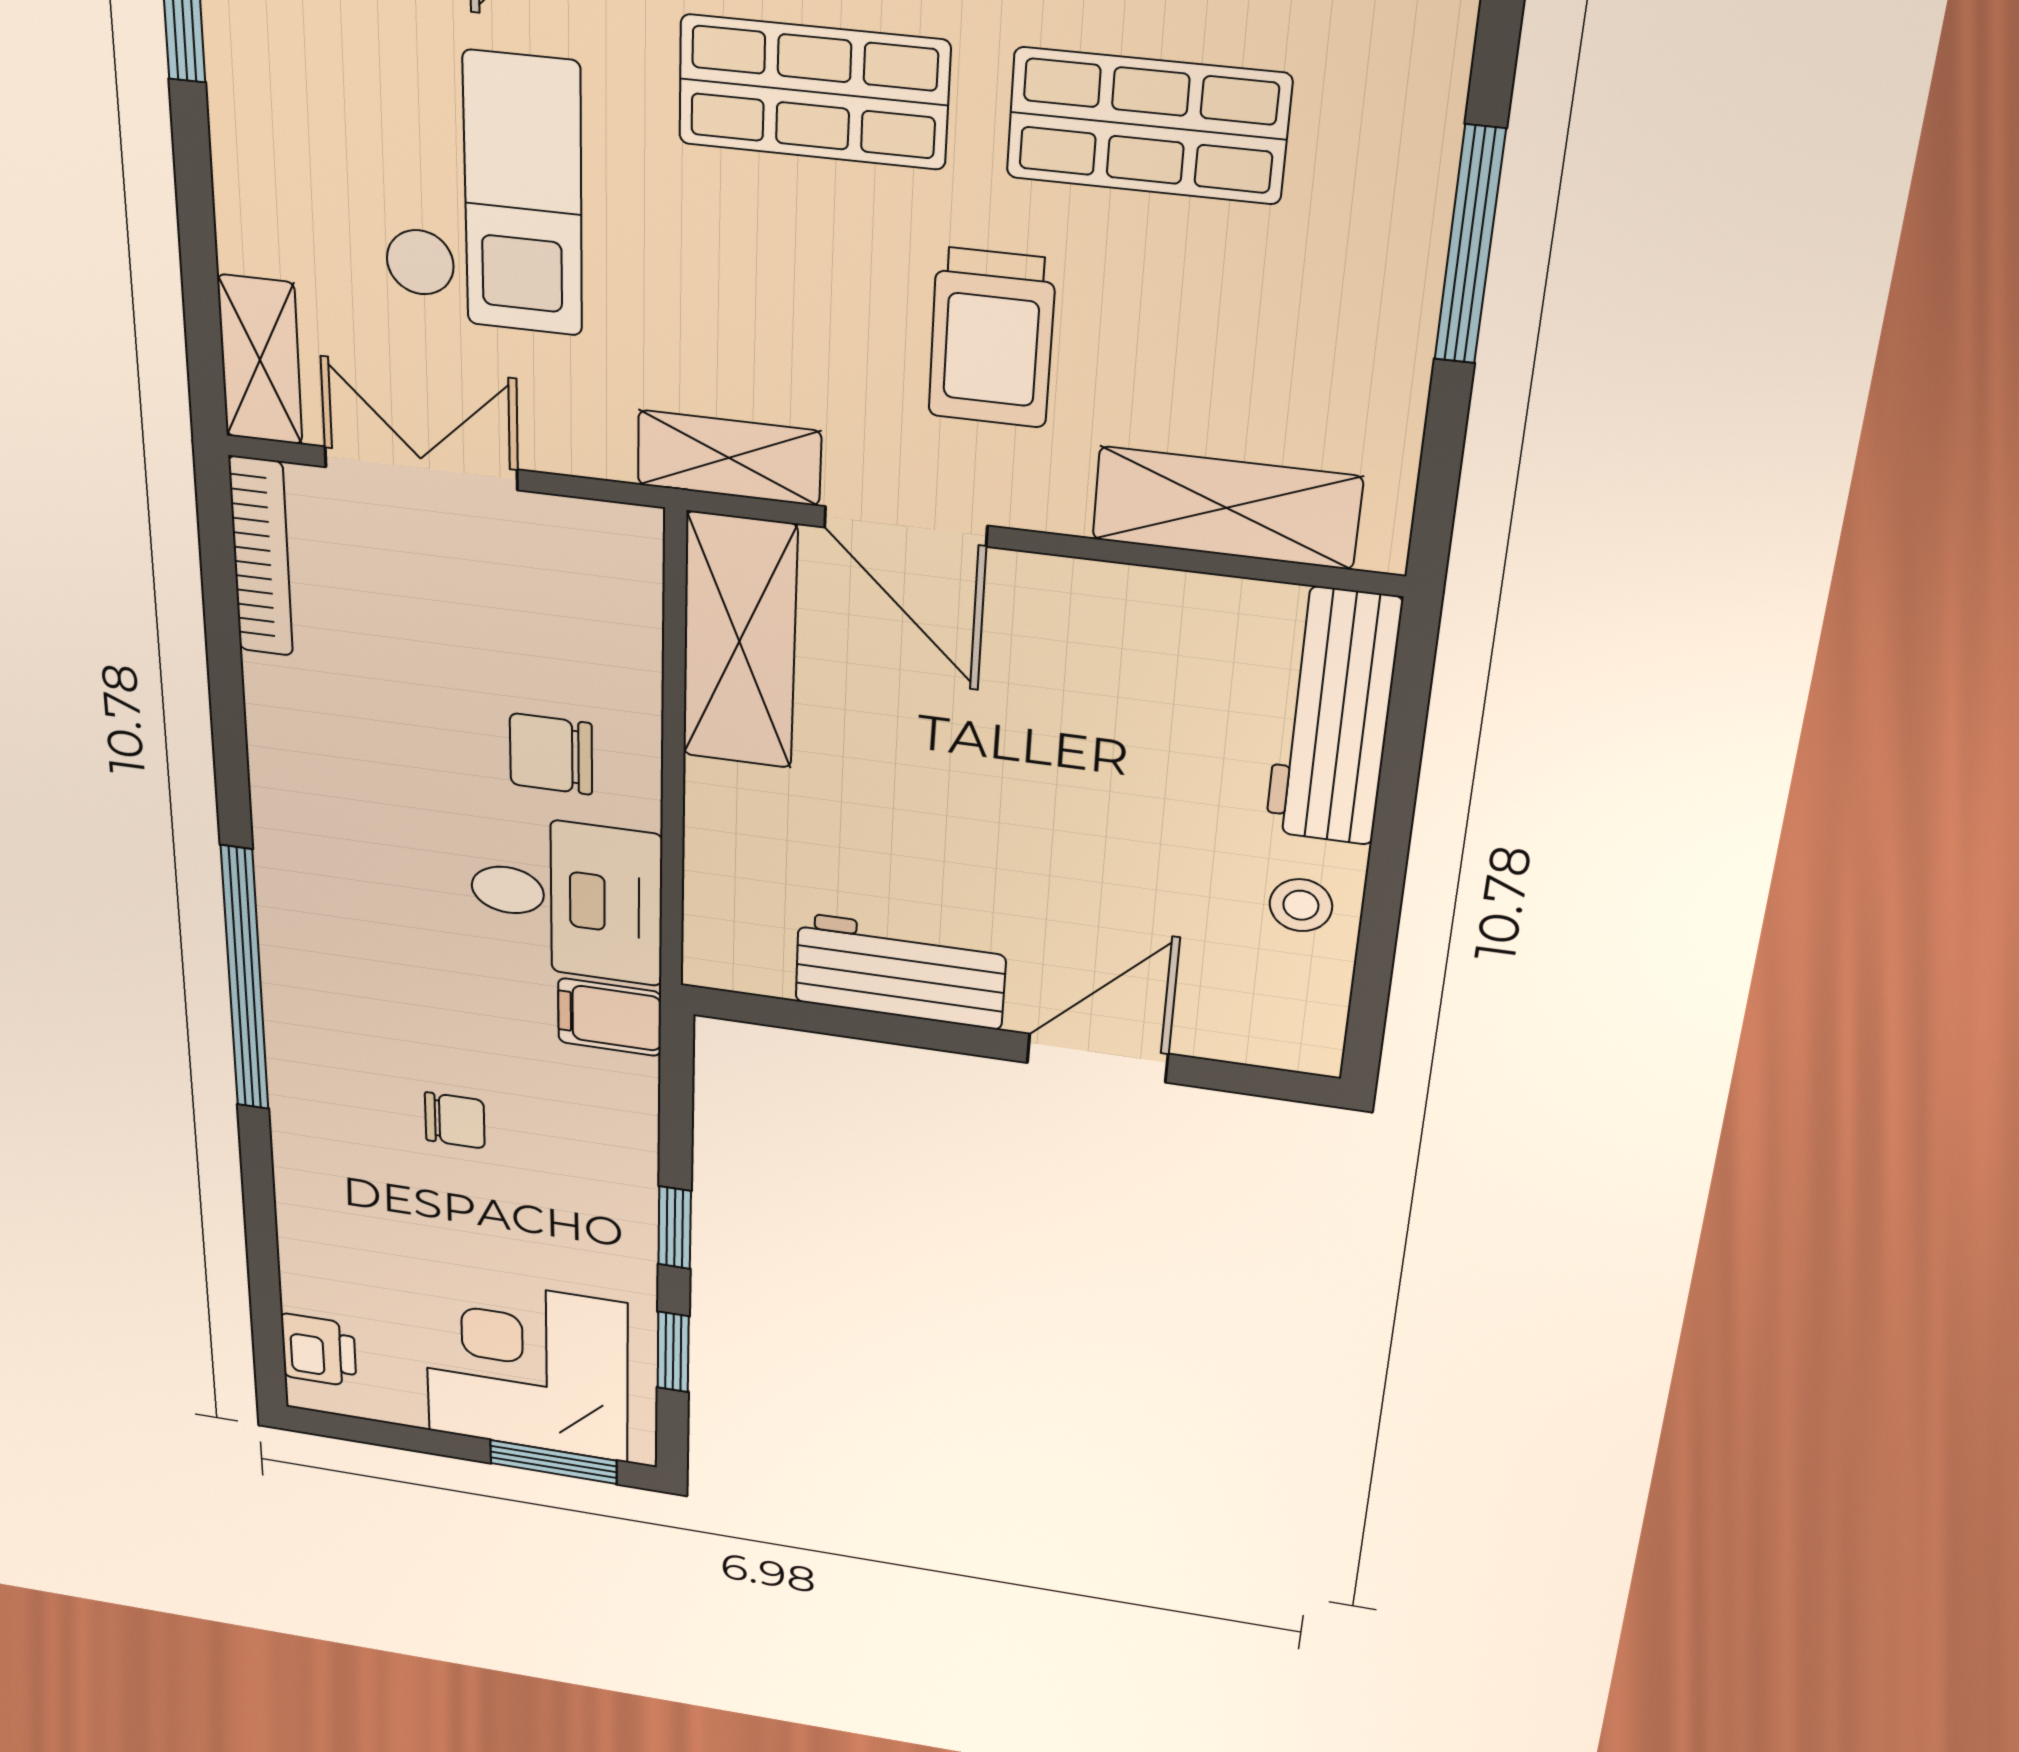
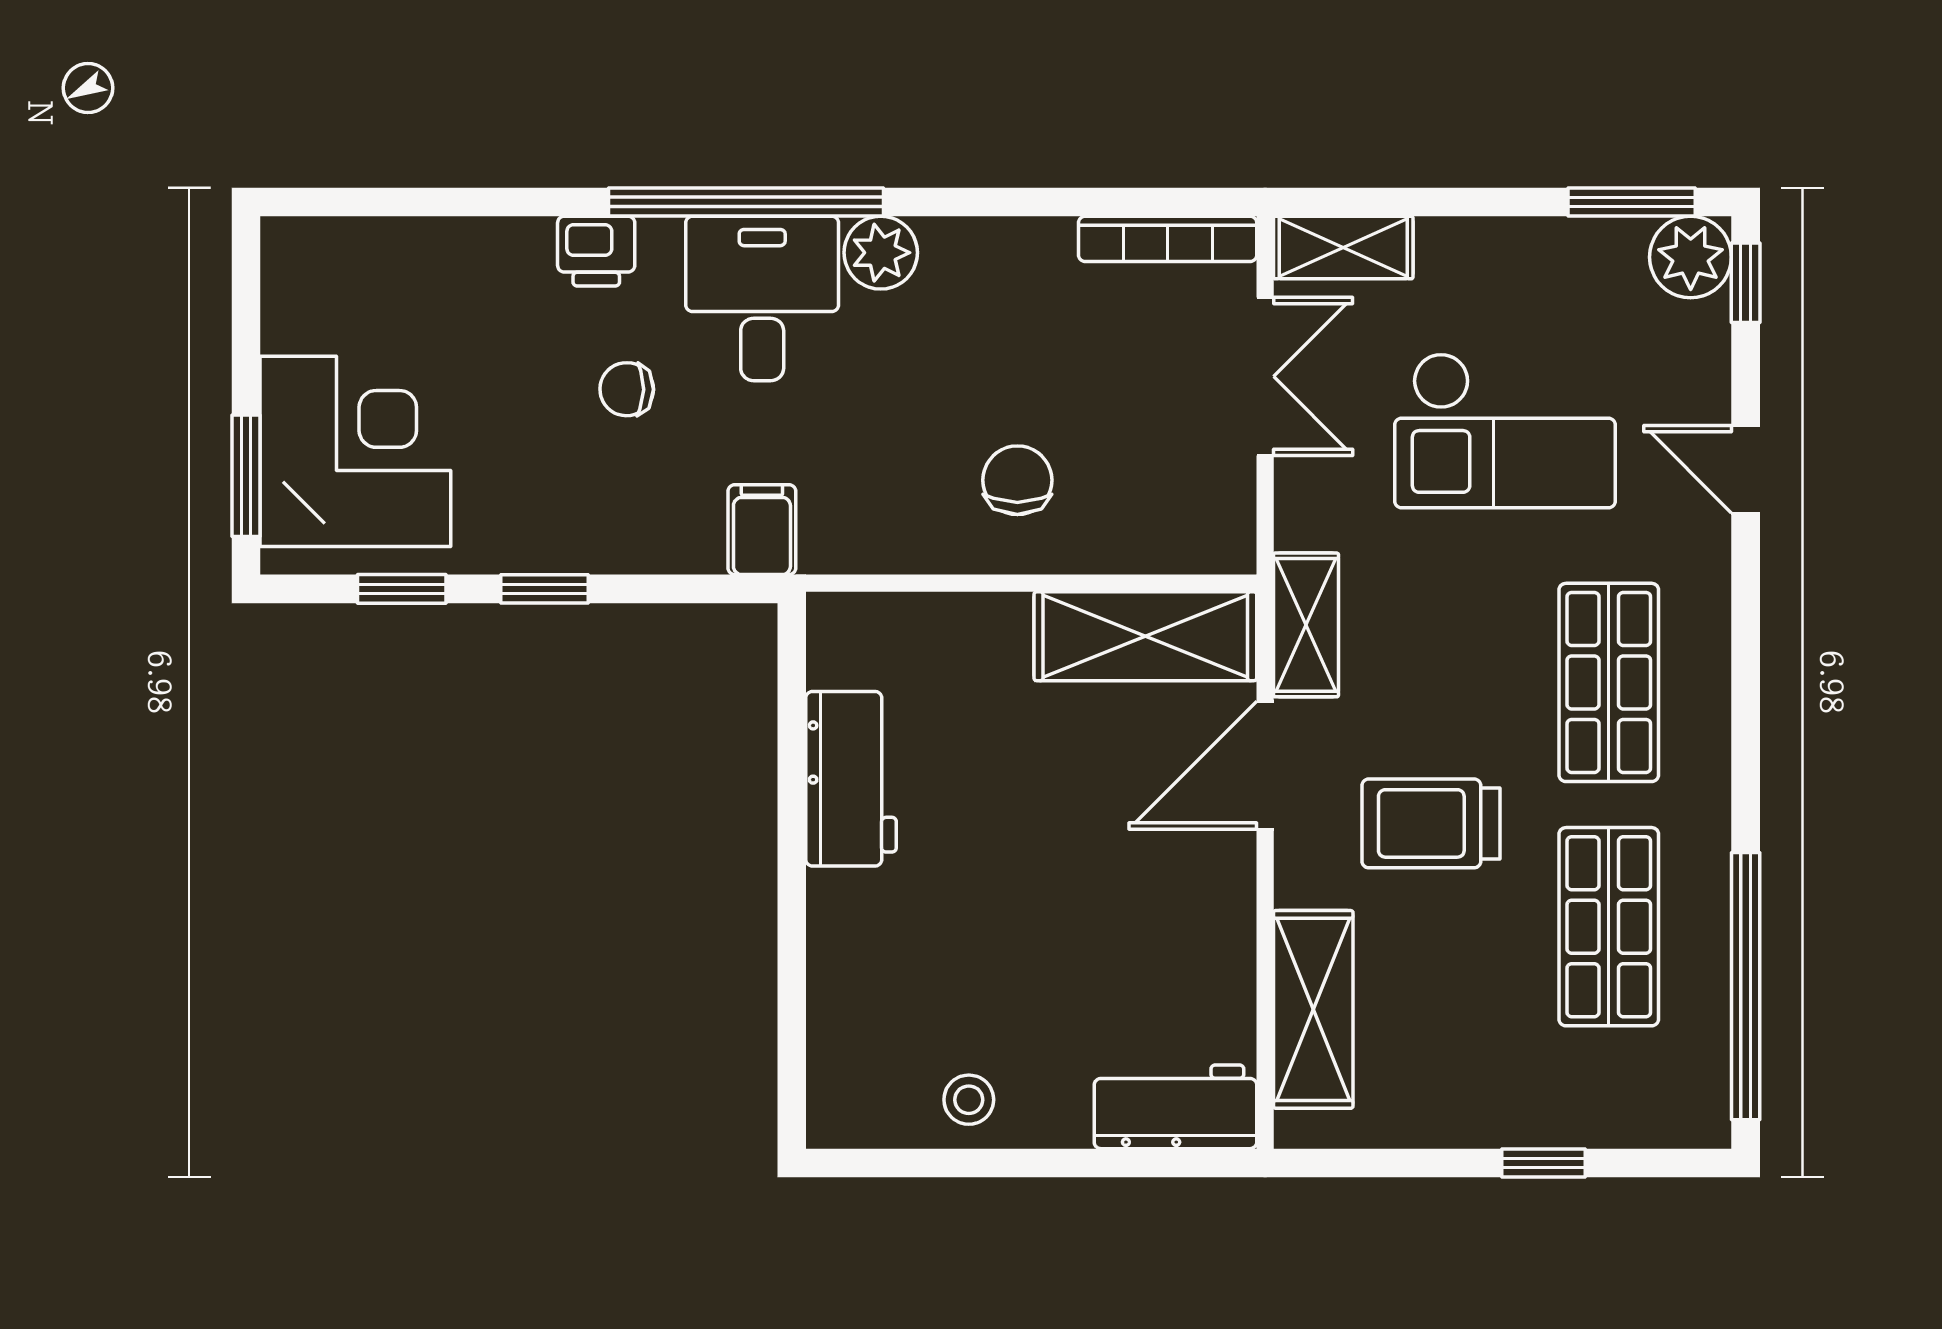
window: (1470, 246) -> (1544, 1163), width x0.46
workbench: (1333, 717) -> (1175, 1107), width x0.73
plant: (293, 857) -> (881, 253), added
desk: (566, 898) -> (762, 298), moved, turned 180
door: (1097, 1058) -> (792, 948), removed
chair: (455, 1120) -> (627, 389), turned 91
printer: (319, 1350) -> (596, 251), moved

